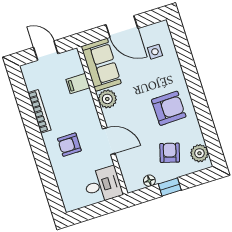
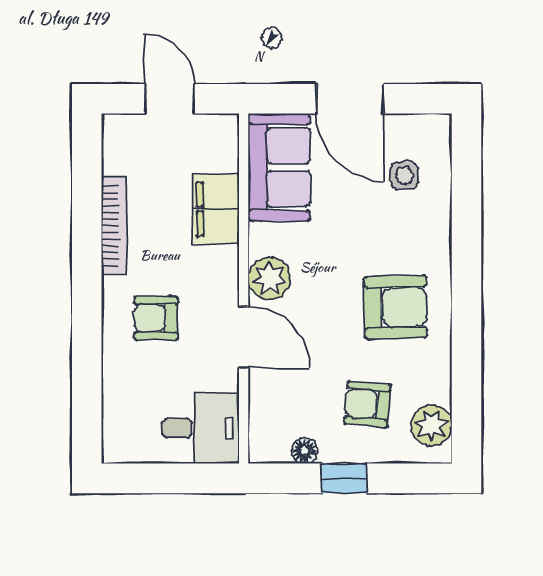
filing cabinet: (78, 84) -> (216, 209), width x2.00
plant: (107, 99) -> (269, 278), moved
armchair: (170, 153) -> (367, 404), turned -101

